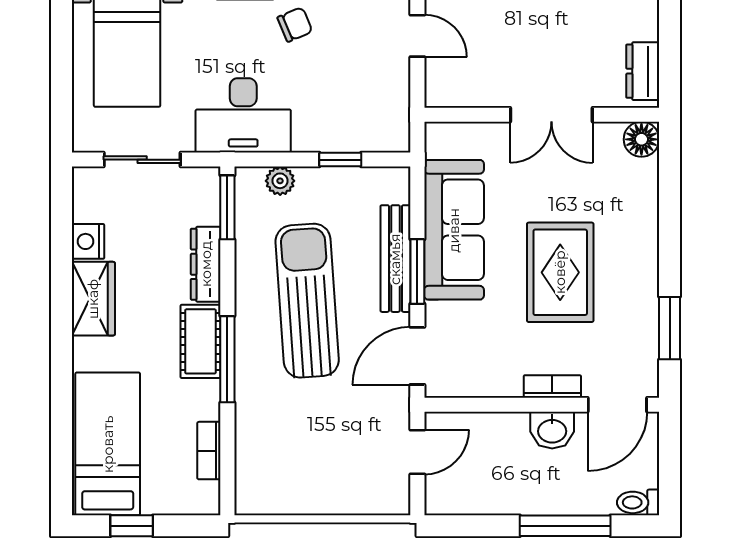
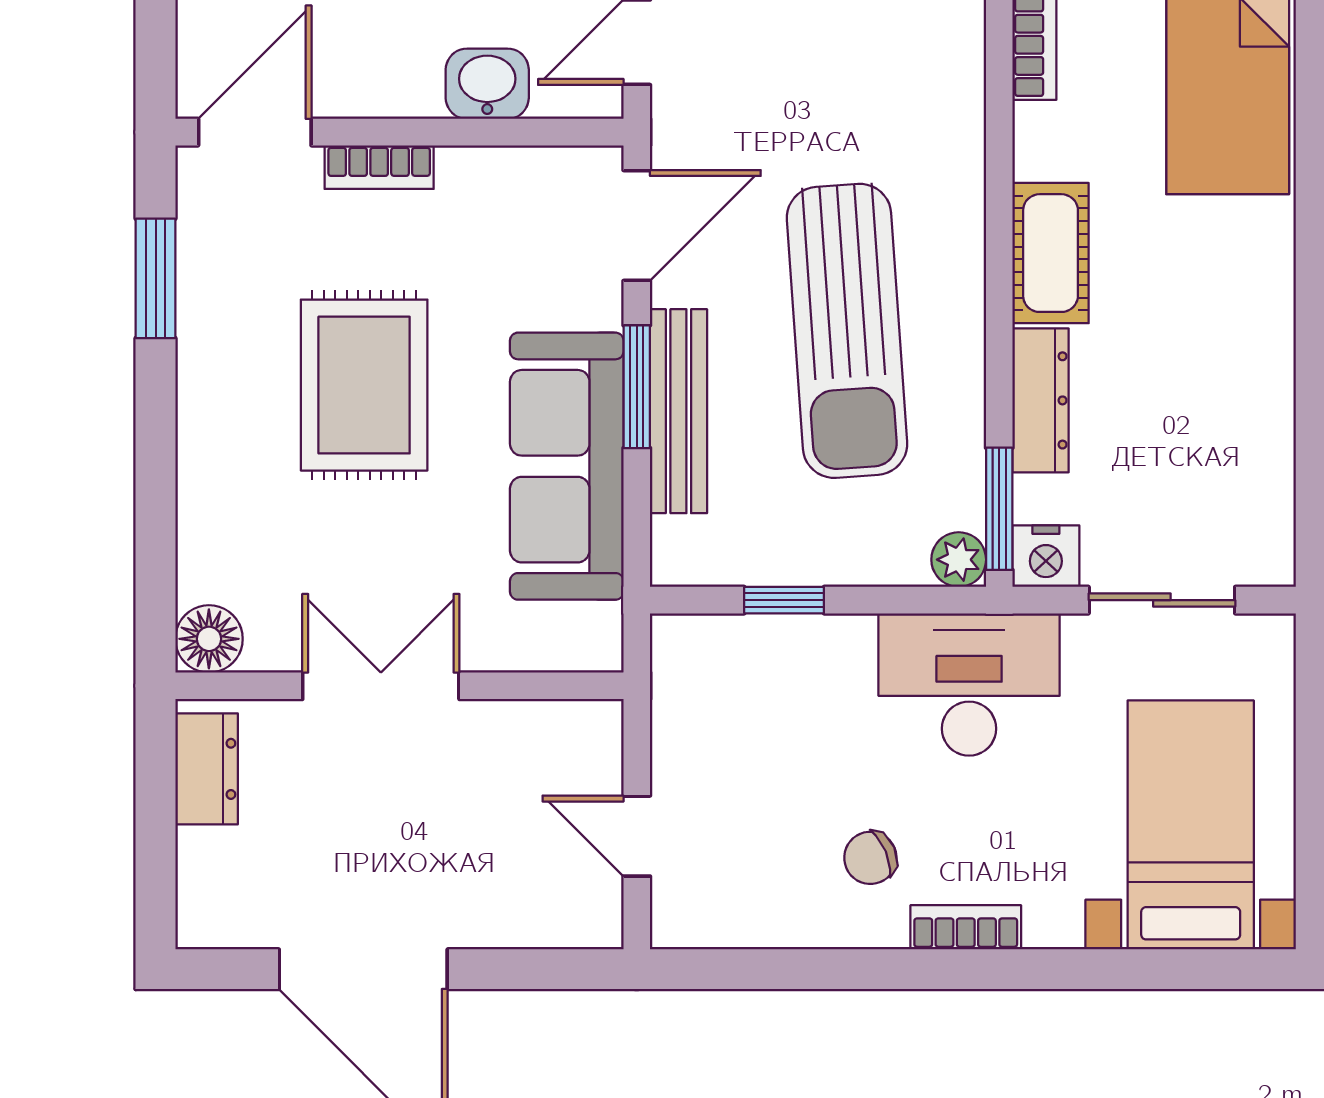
plant: (280, 181) -> (959, 560), moved
nightstand: (88, 241) -> (1046, 556), moved, turned 90
wardrobe: (93, 299) -> (1255, 335), removed
window: (227, 359) -> (999, 219), removed
washbasin: (552, 430) -> (487, 84), moved

